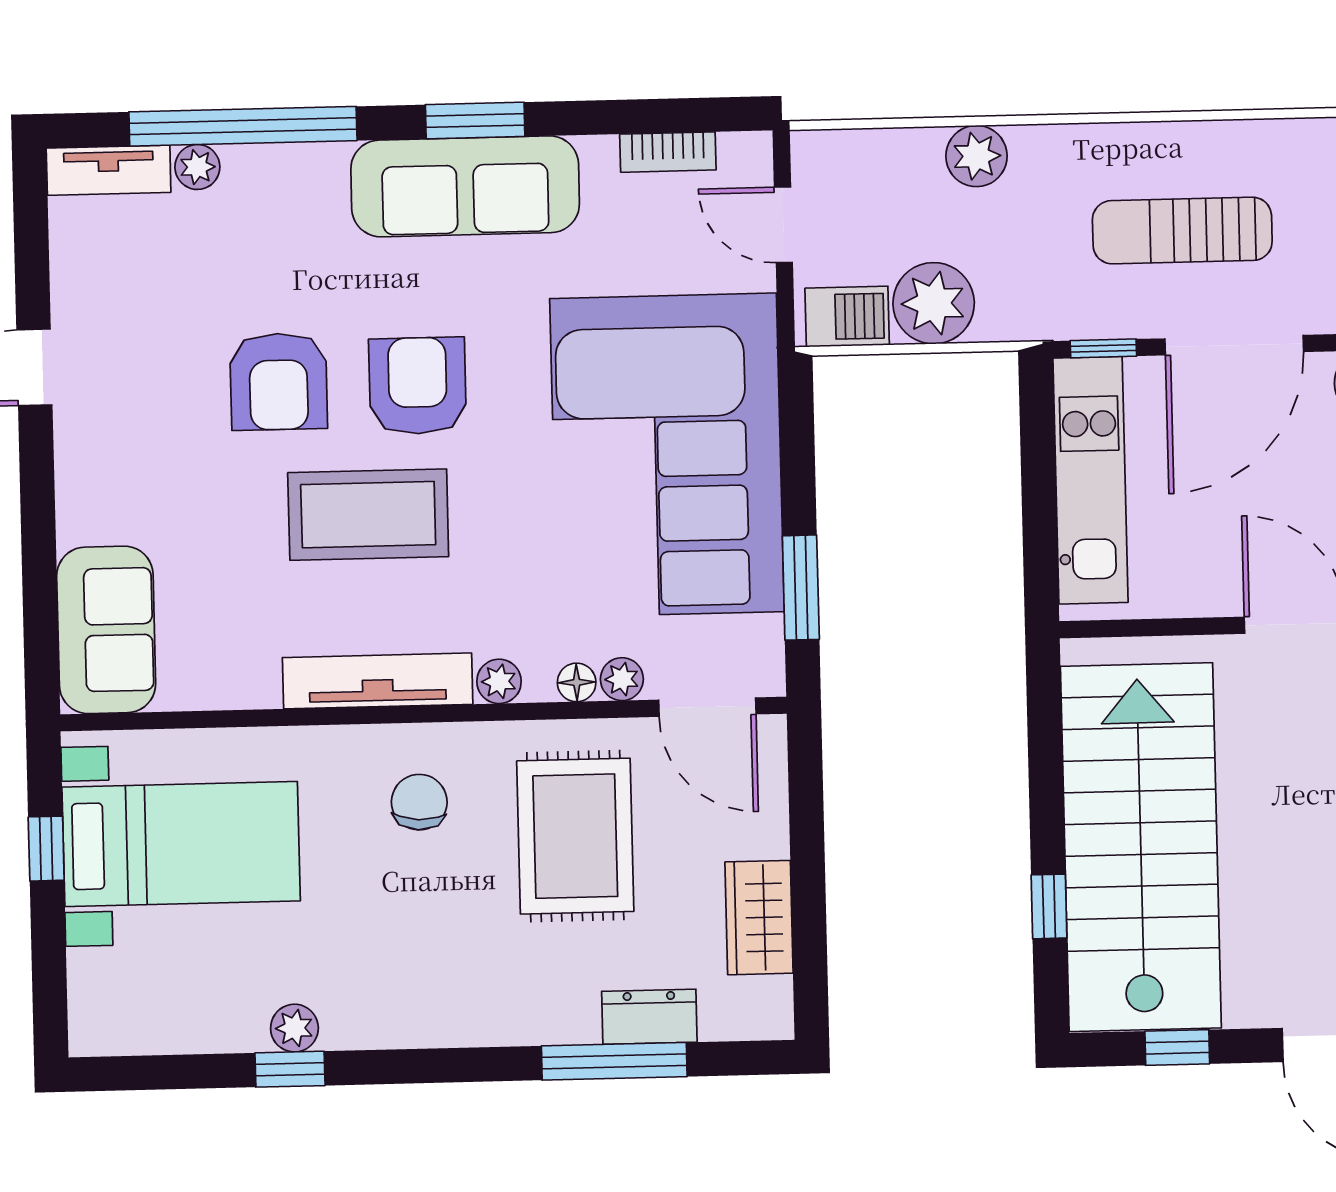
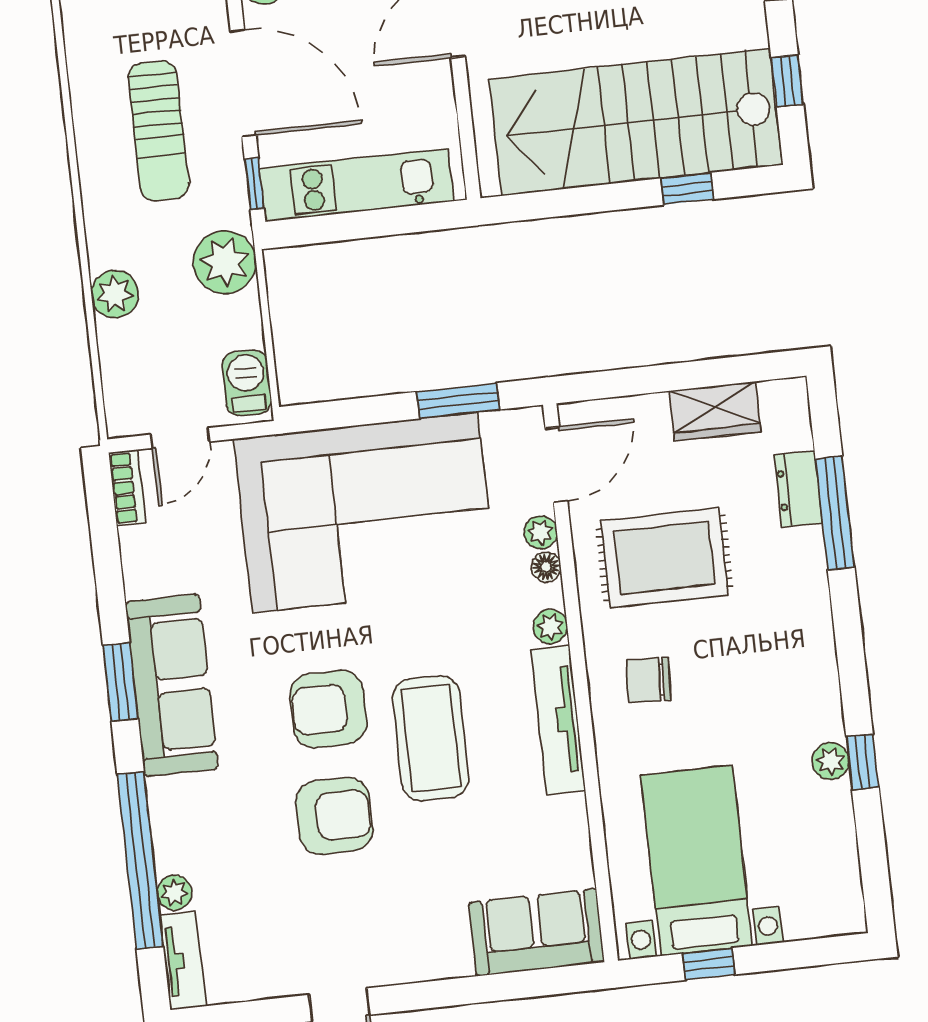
bookcase: (668, 152) -> (127, 488), moved
plant: (934, 303) -> (225, 262), moved

